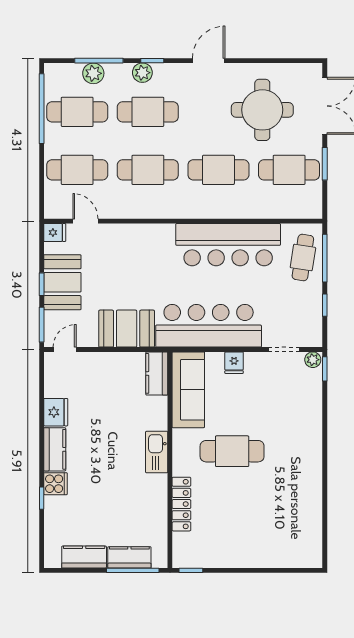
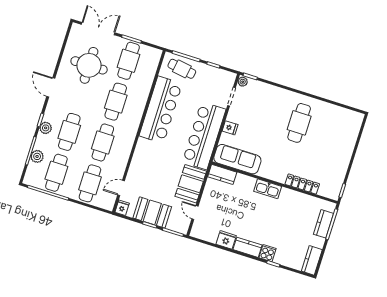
door: (65, 349) -> (195, 212), moved
cafe table: (232, 451) -> (299, 123), moved
kitchen counter: (84, 557) -> (312, 260), moved

